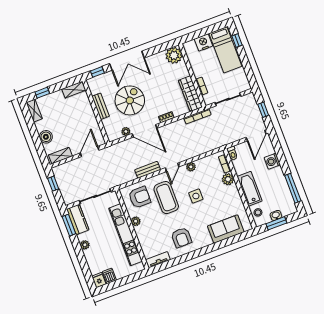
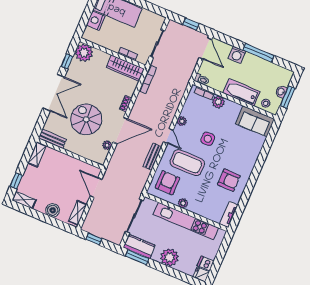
window: (97, 72) -> (67, 61), moved
bench: (101, 106) -> (52, 139), moved
window: (293, 188) -> (258, 53), moved
sofa: (226, 229) -> (255, 121), moved, turned -90
plant: (85, 245) -> (169, 257), width x1.87, depth x1.87

